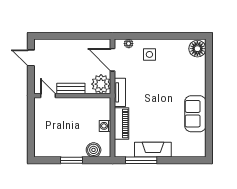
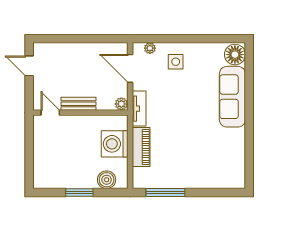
plant: (101, 84) -> (121, 104), width x0.53, depth x0.53
sofa: (195, 114) -> (232, 97), moved, width x1.36
washing machine: (105, 126) -> (115, 144), width x1.89, depth x1.89
fireplace: (153, 150) -> (180, 179), removed

